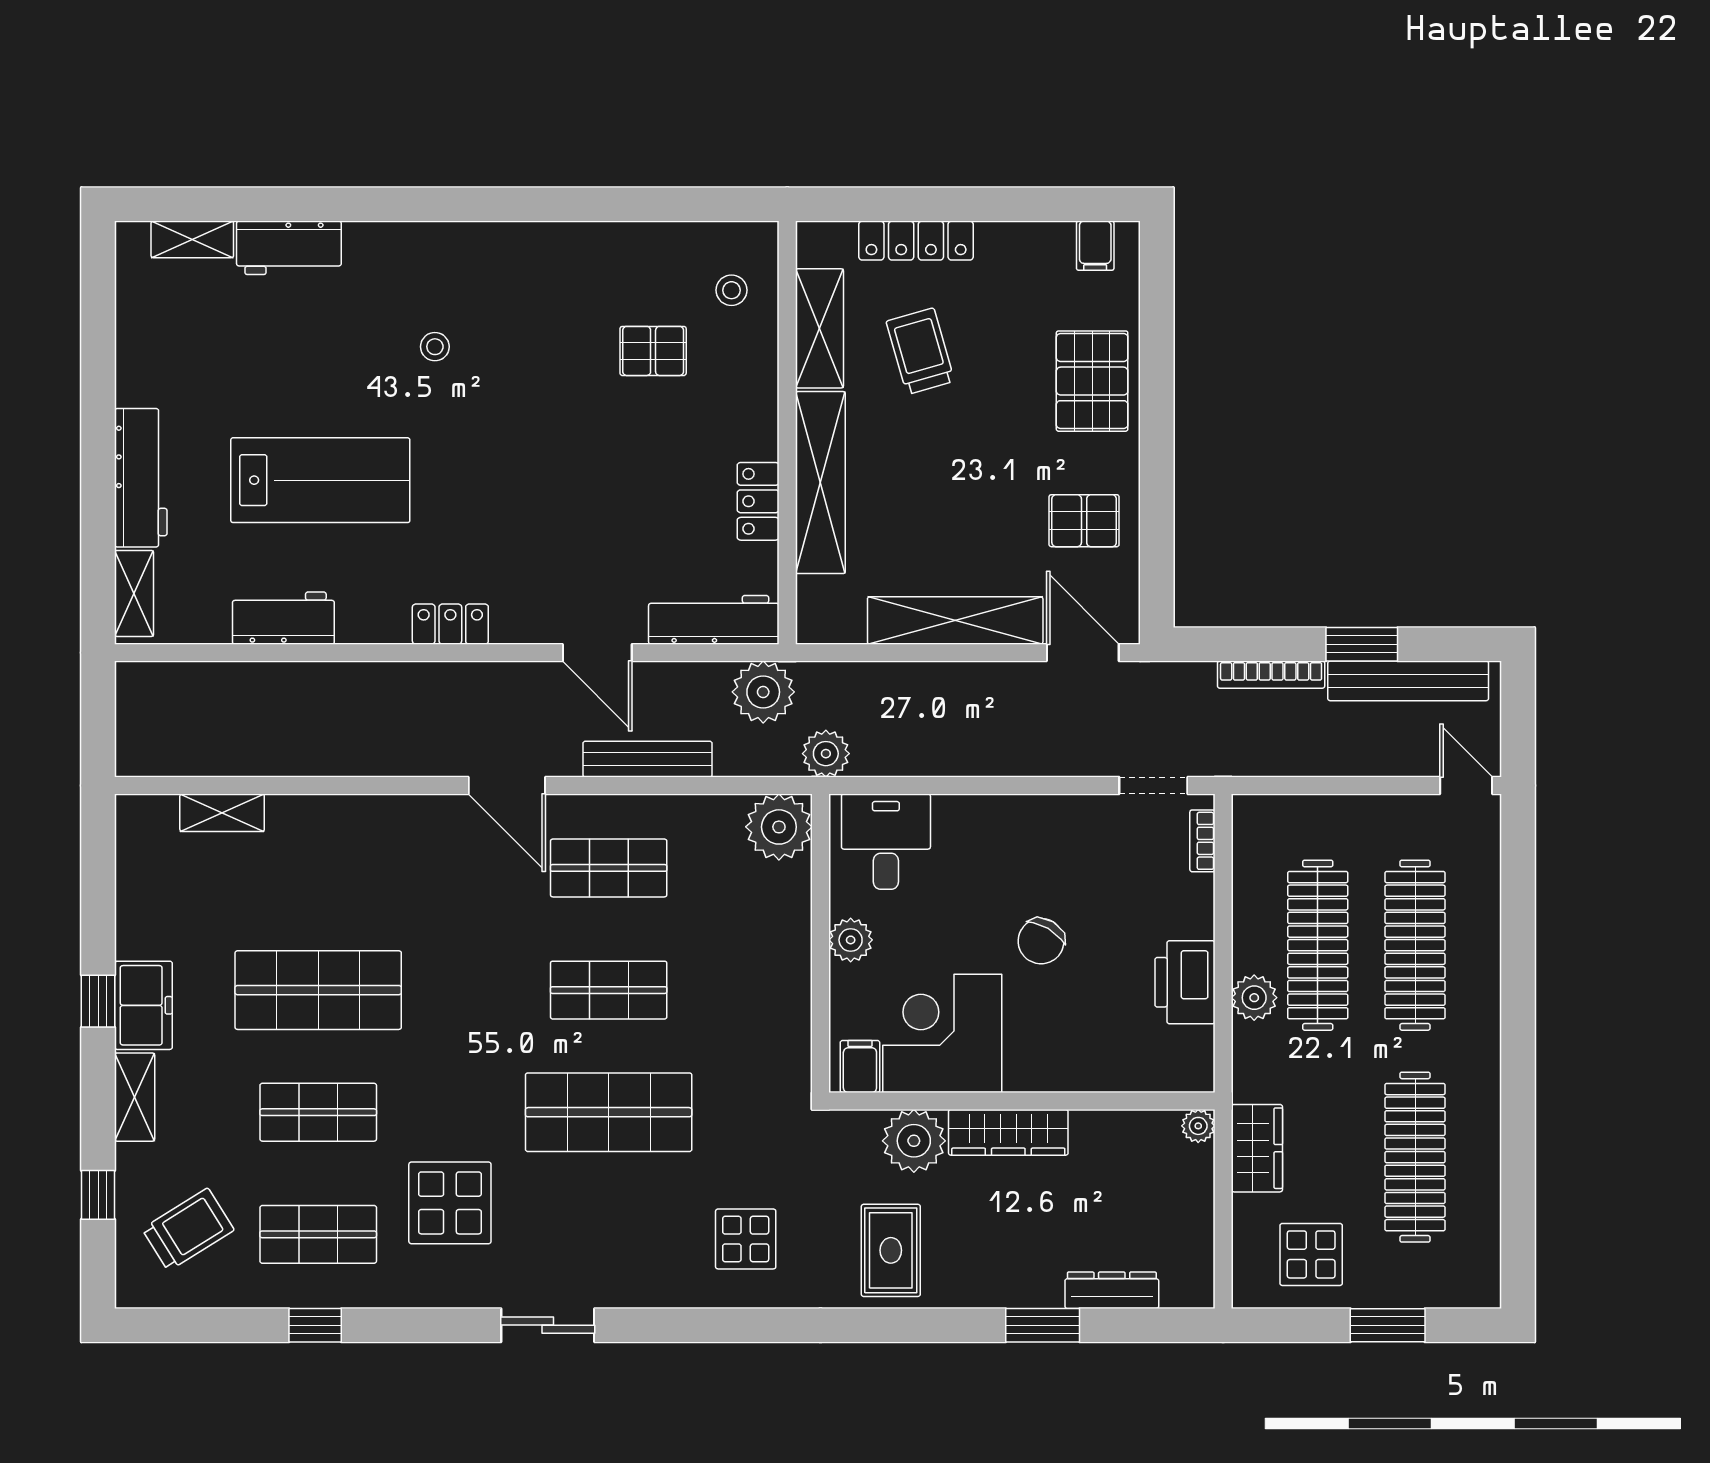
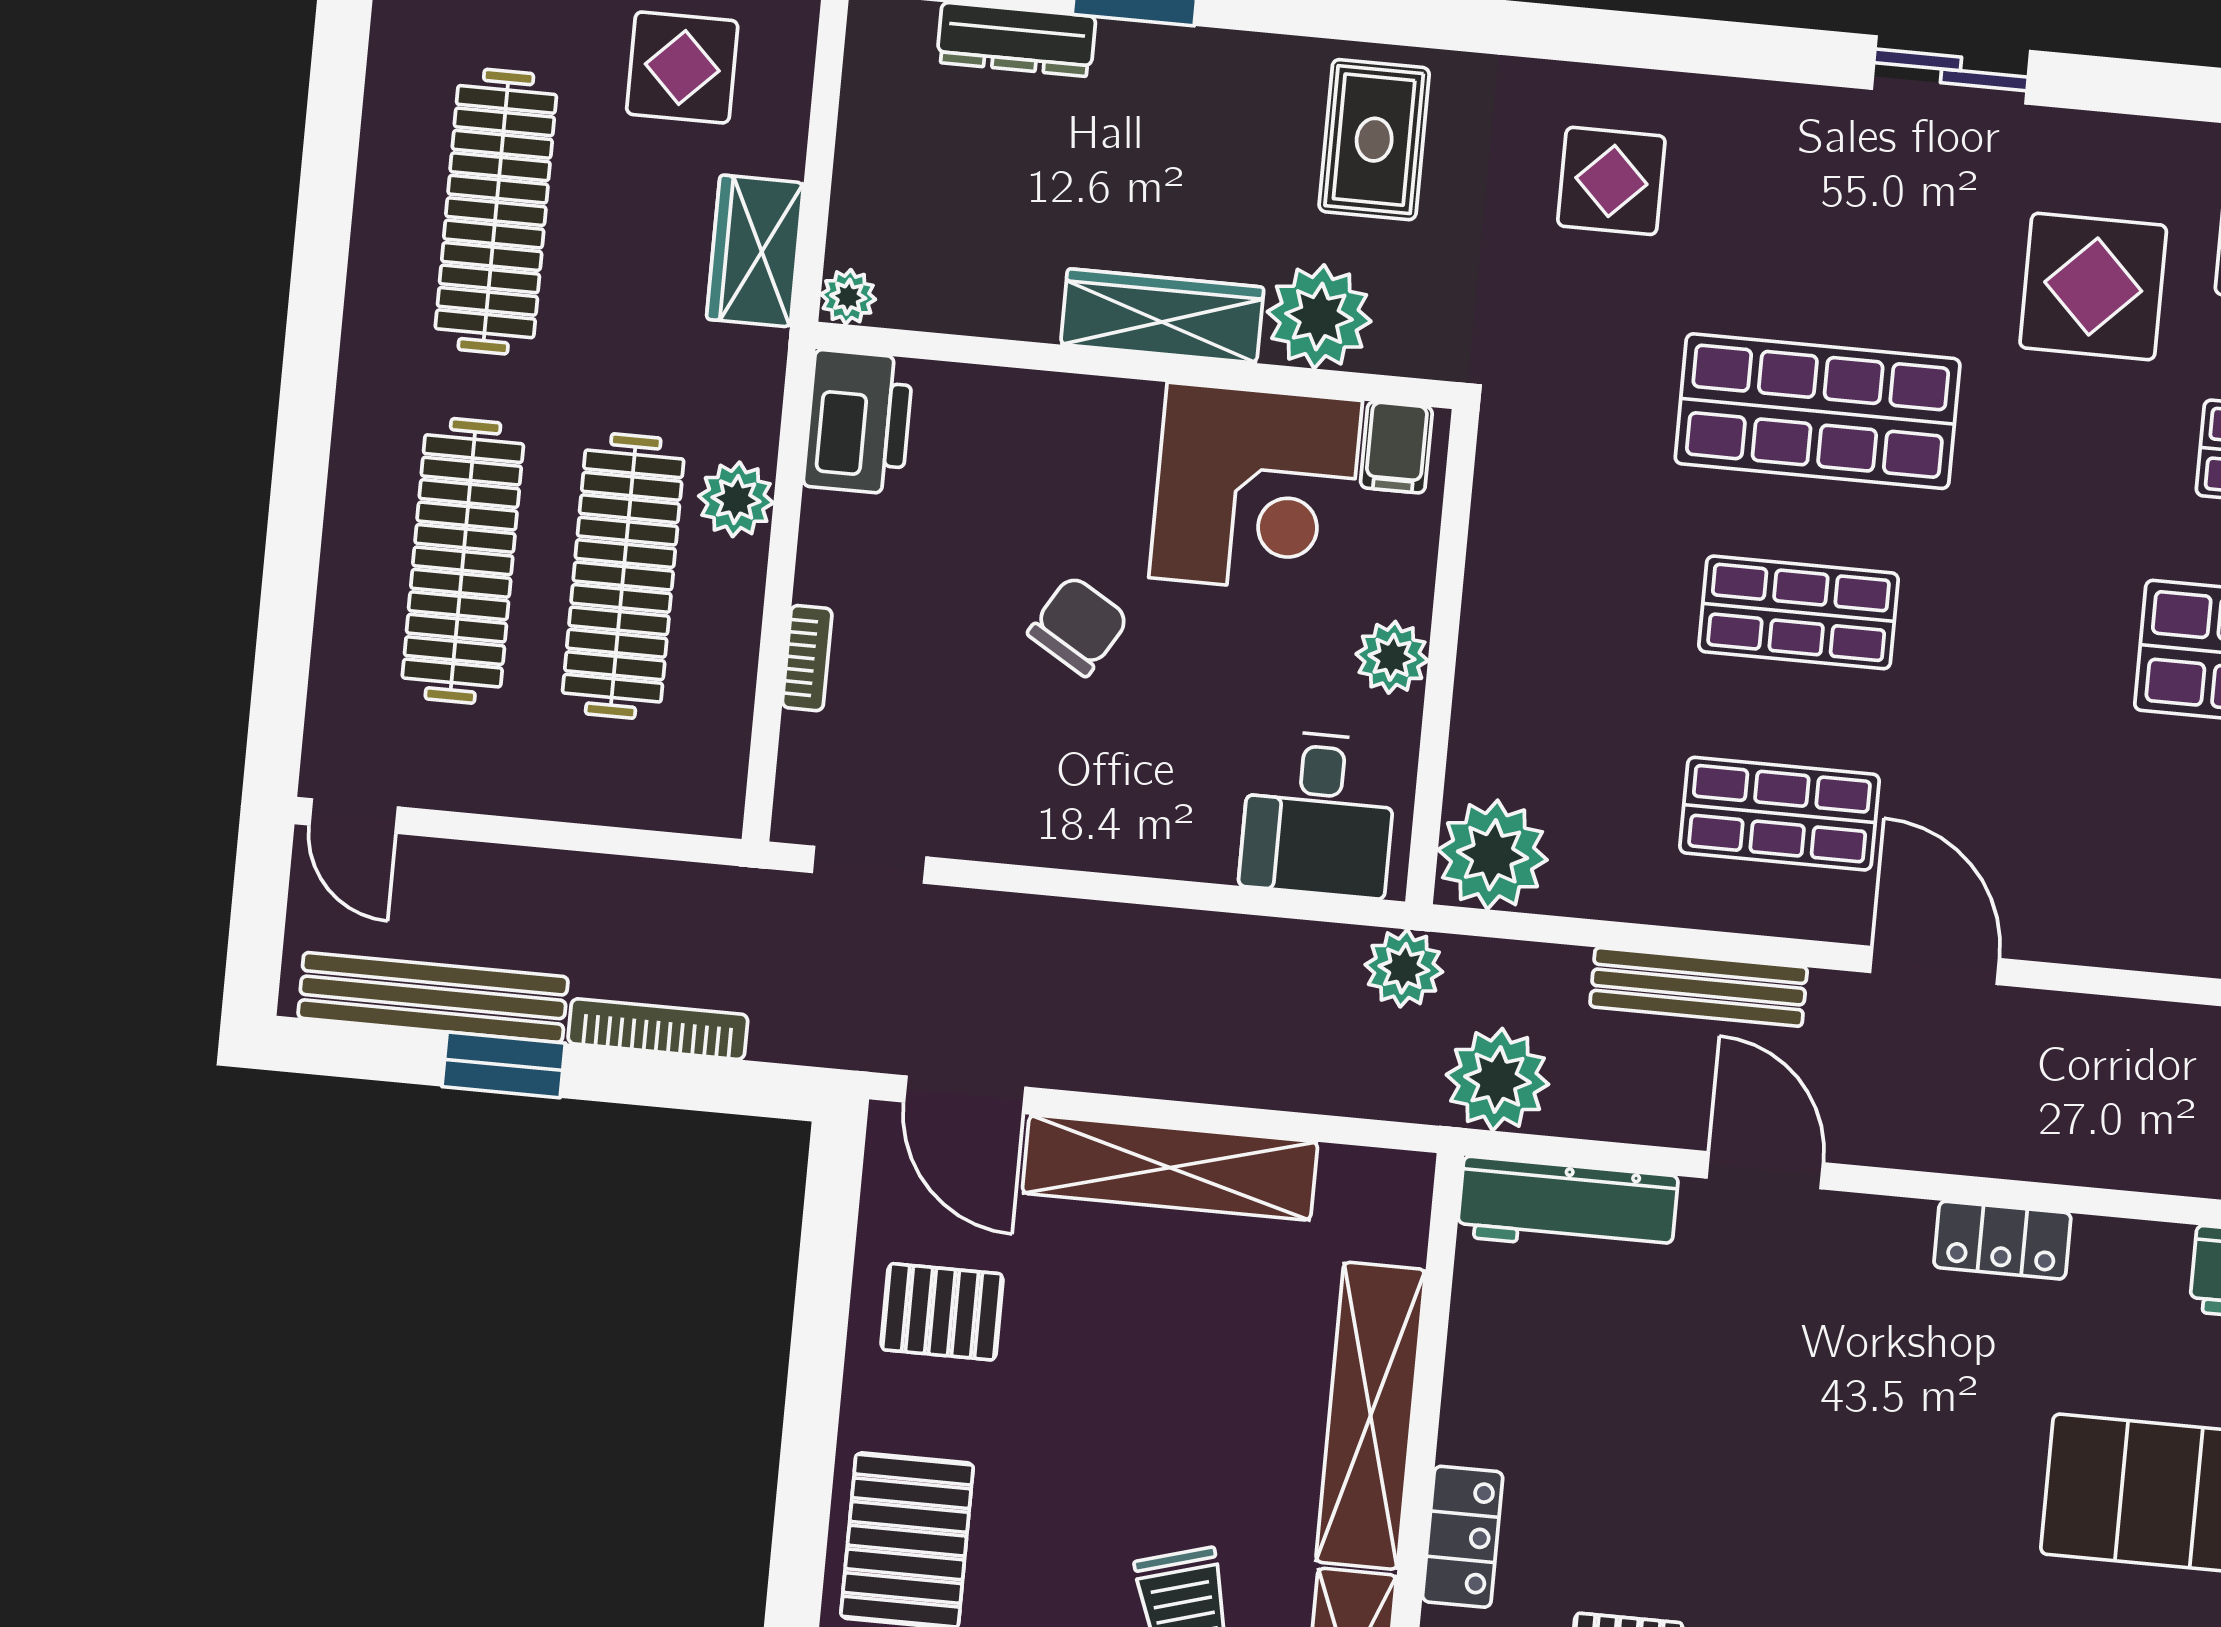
locker: (758, 501) -> (1463, 1537), moved
bookcase: (1202, 841) -> (807, 658), moved
printer: (1185, 982) -> (858, 422), moved

